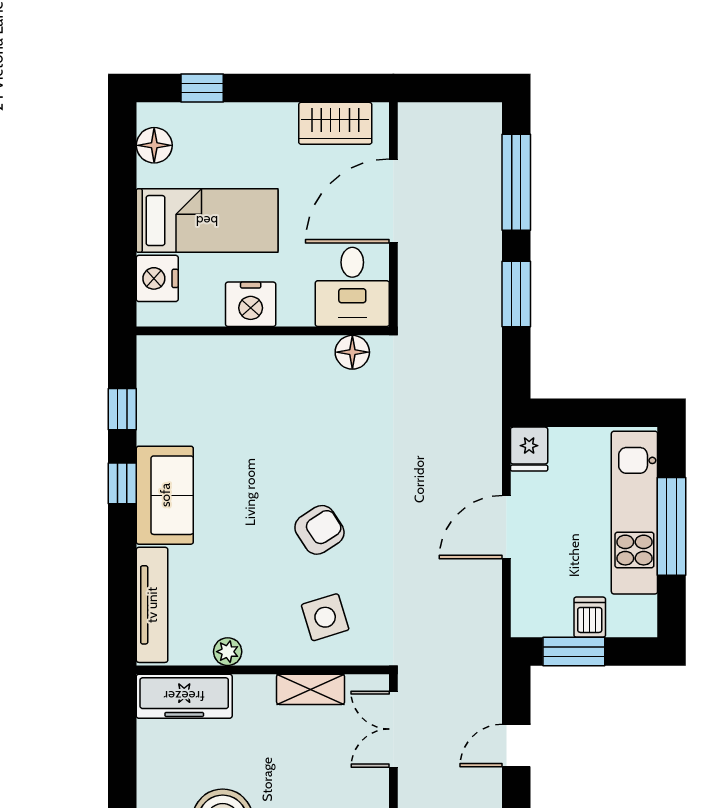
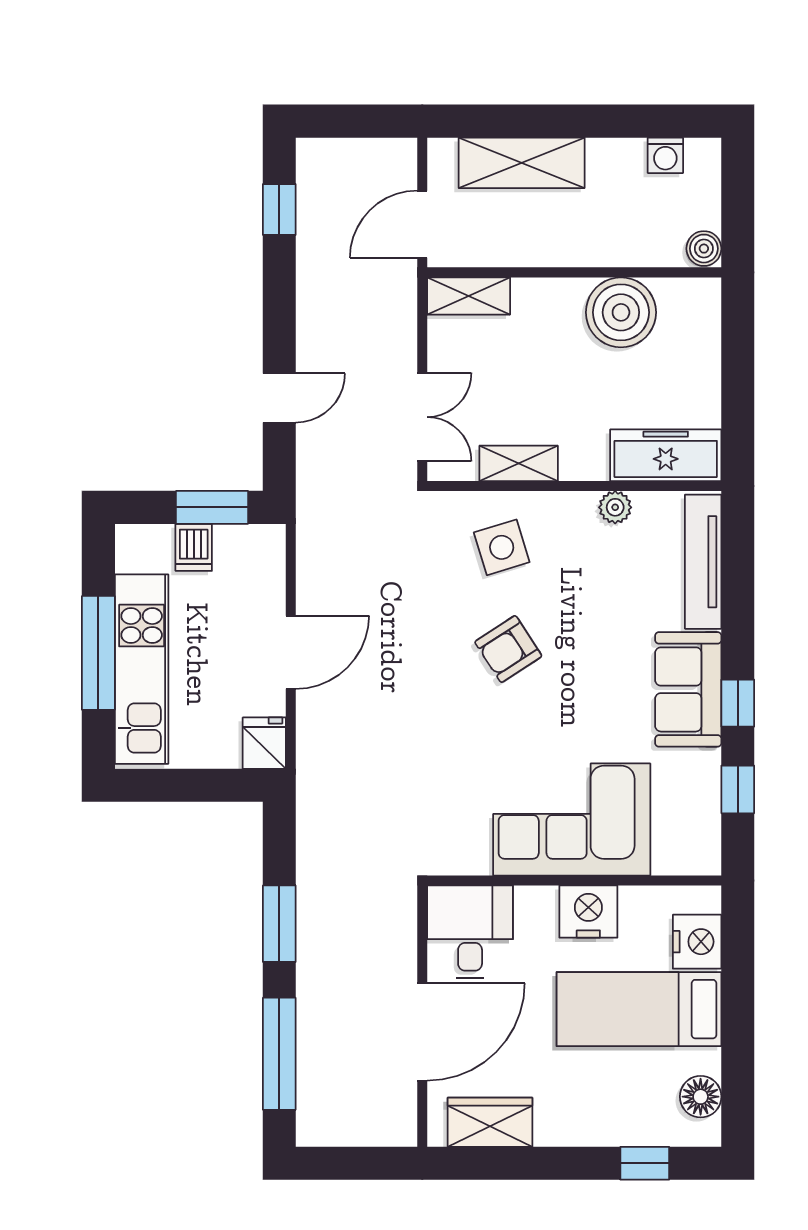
floor lamp: (352, 352) -> (470, 856), removed
corner sofa: (265, 383) -> (572, 820), added

